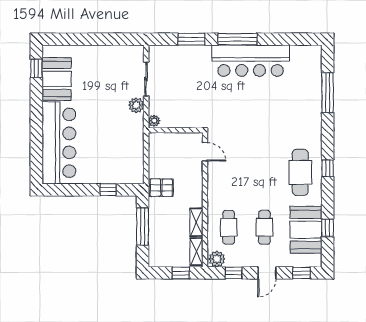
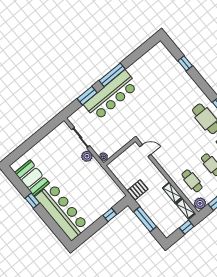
bar counter: (251, 61) -> (111, 95), moved
window: (36, 68) -> (32, 201), moved
window: (328, 93) -> (185, 63), width x0.46

